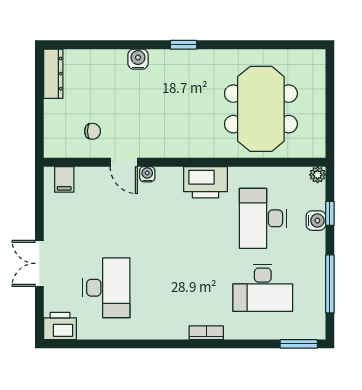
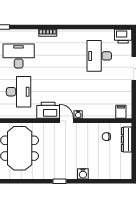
dresser: (53, 74) -> (127, 140), moved
door: (124, 162) -> (66, 121), moved

